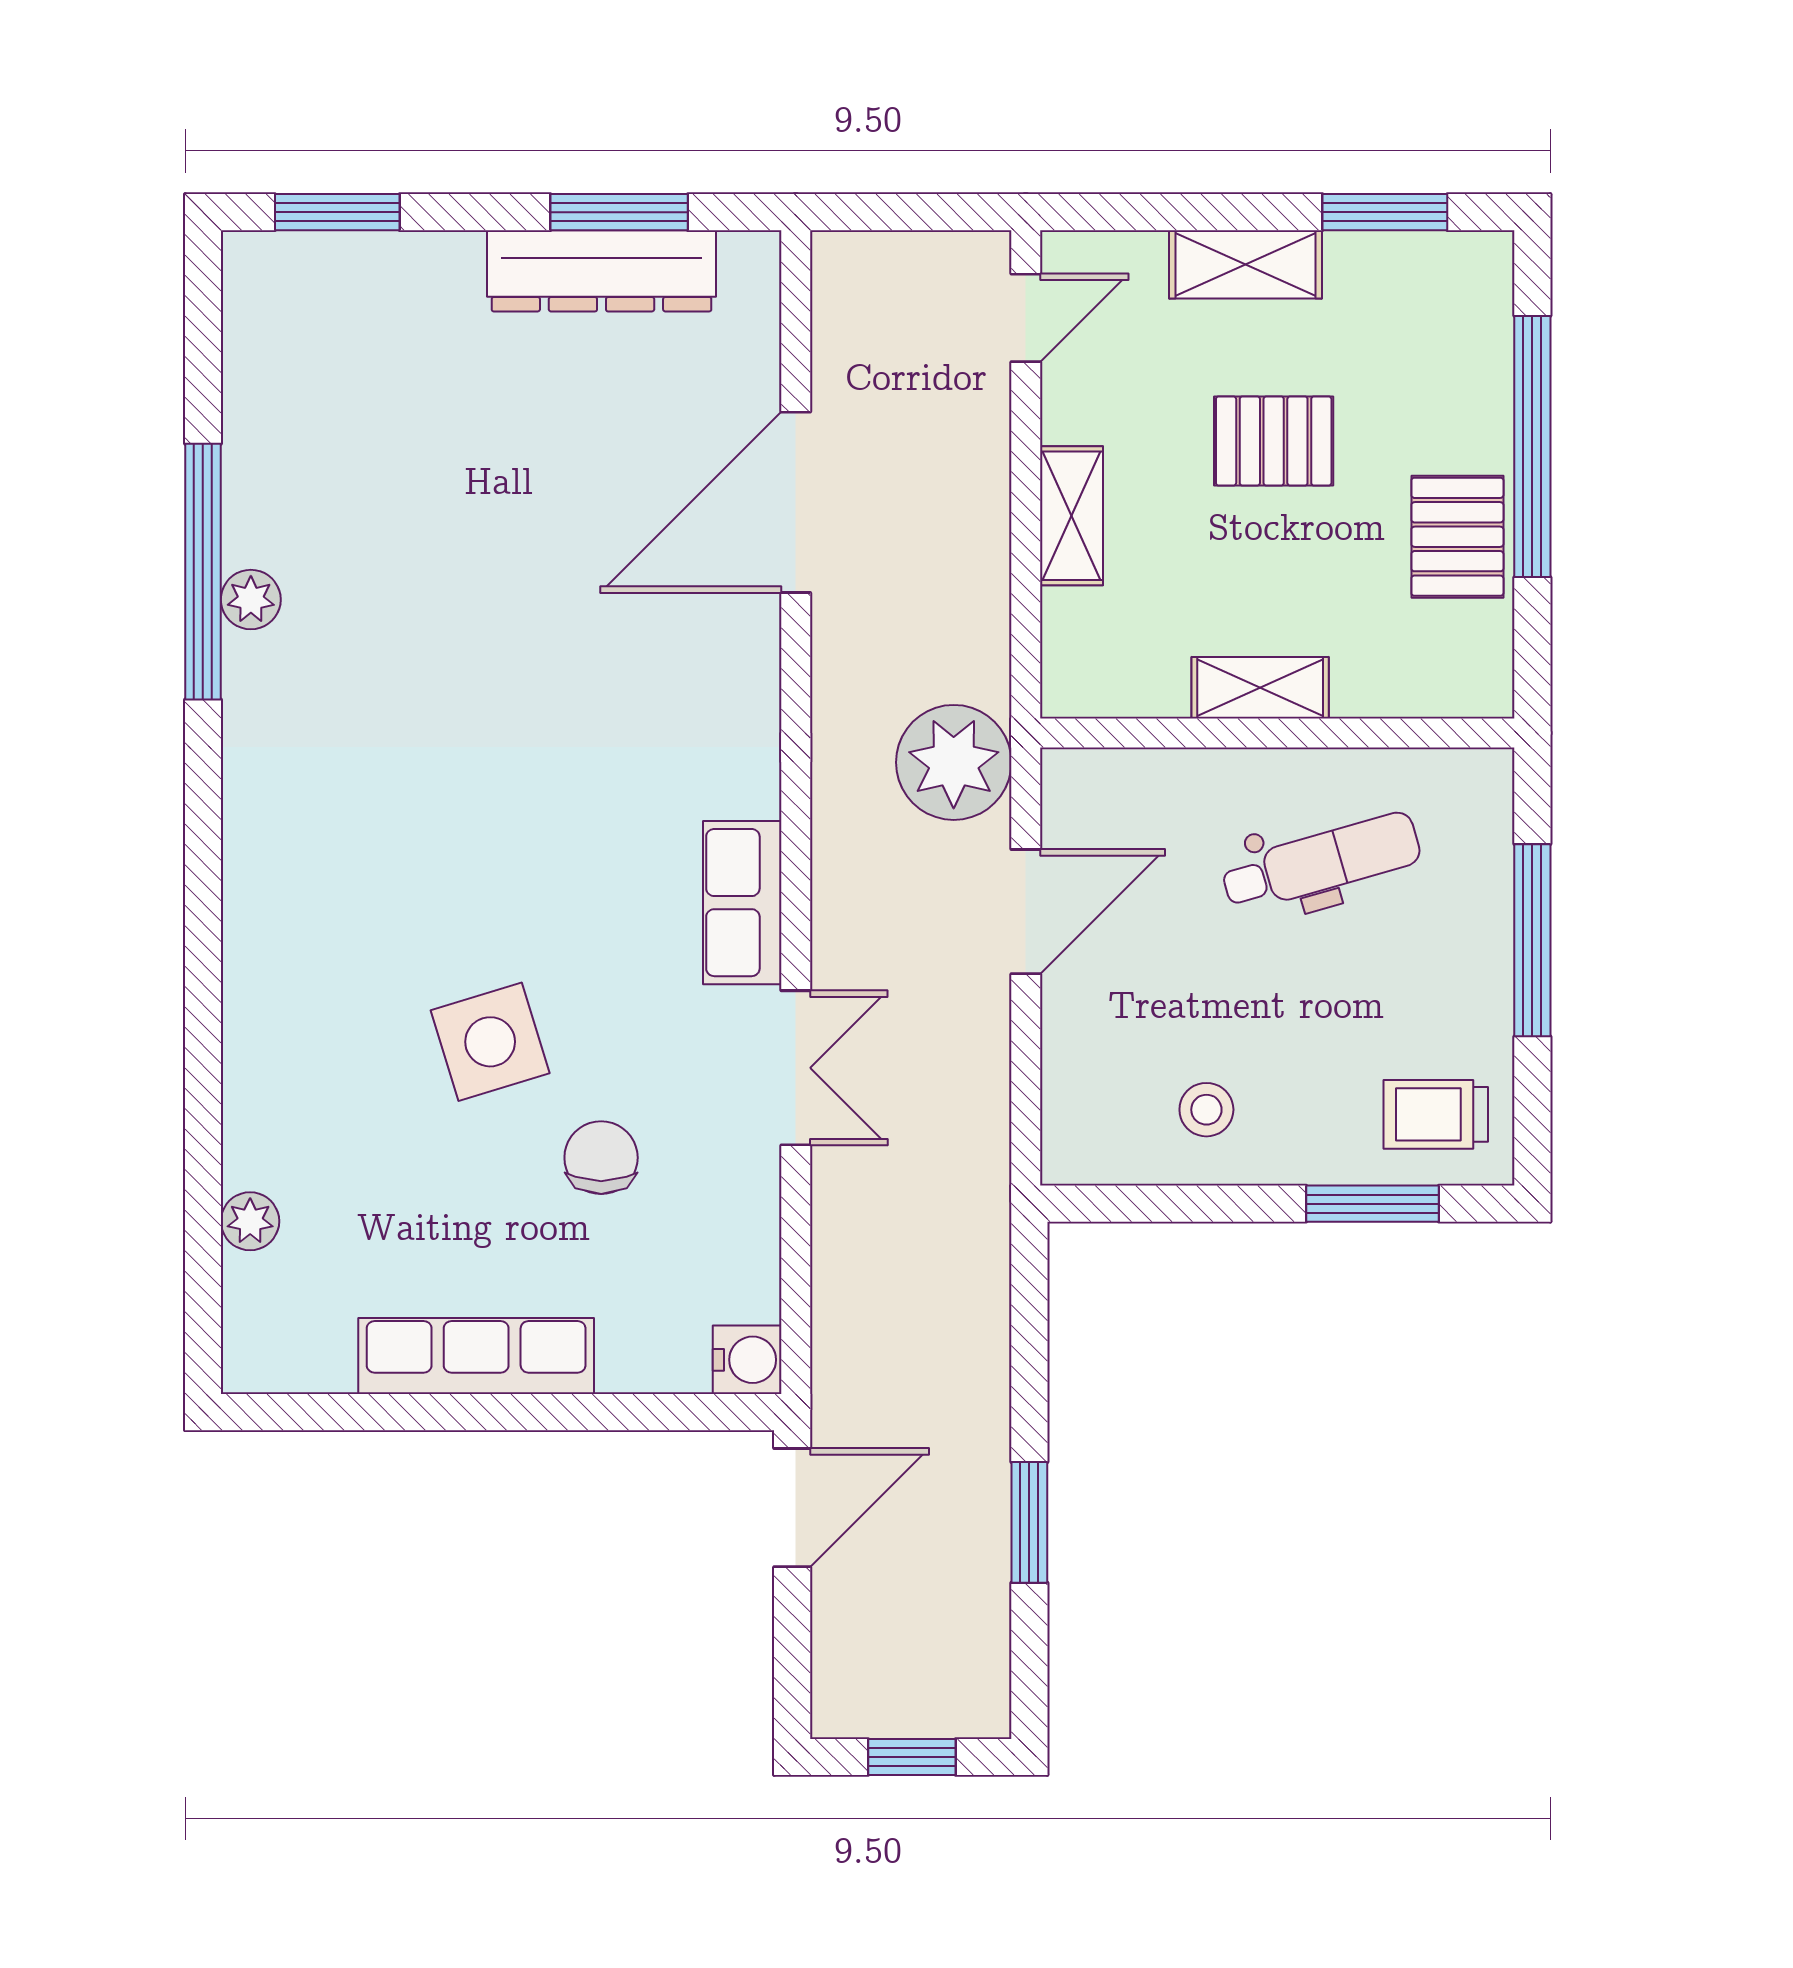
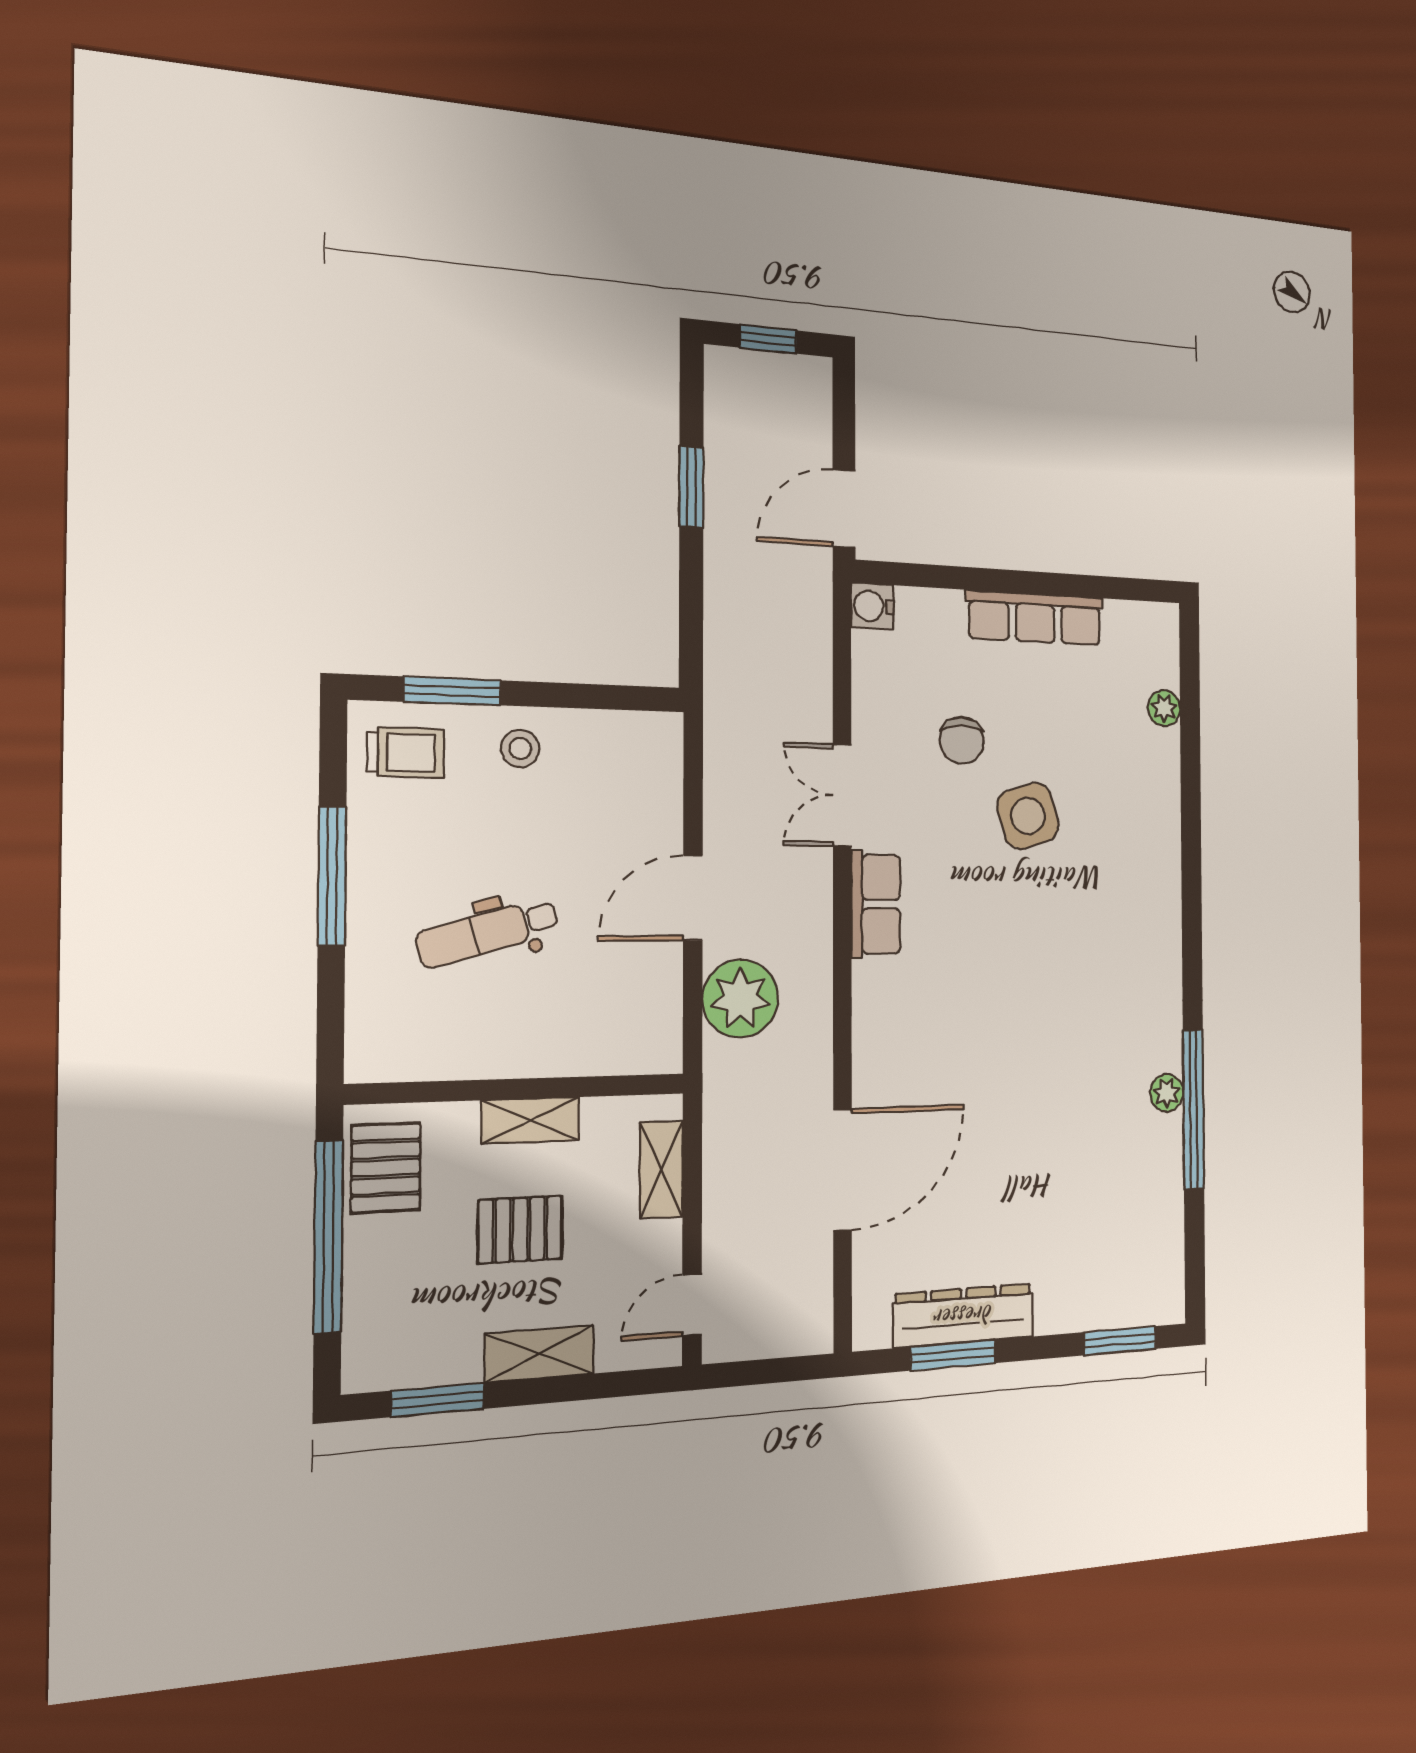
shelving: (1260, 688) -> (530, 1120), moved
wall: (1277, 733) -> (518, 1089), moved
stool: (1206, 1110) -> (520, 749), moved

